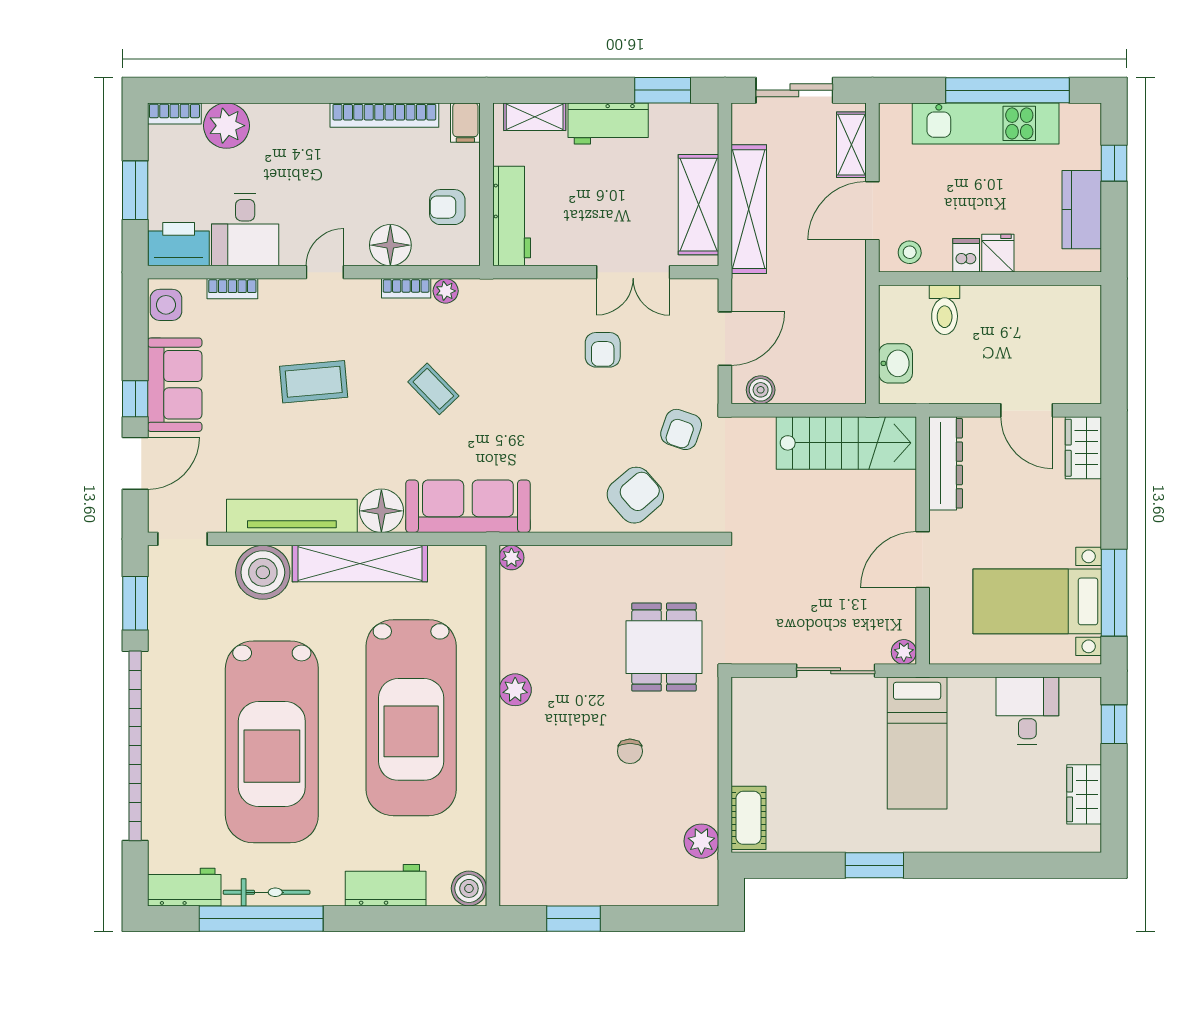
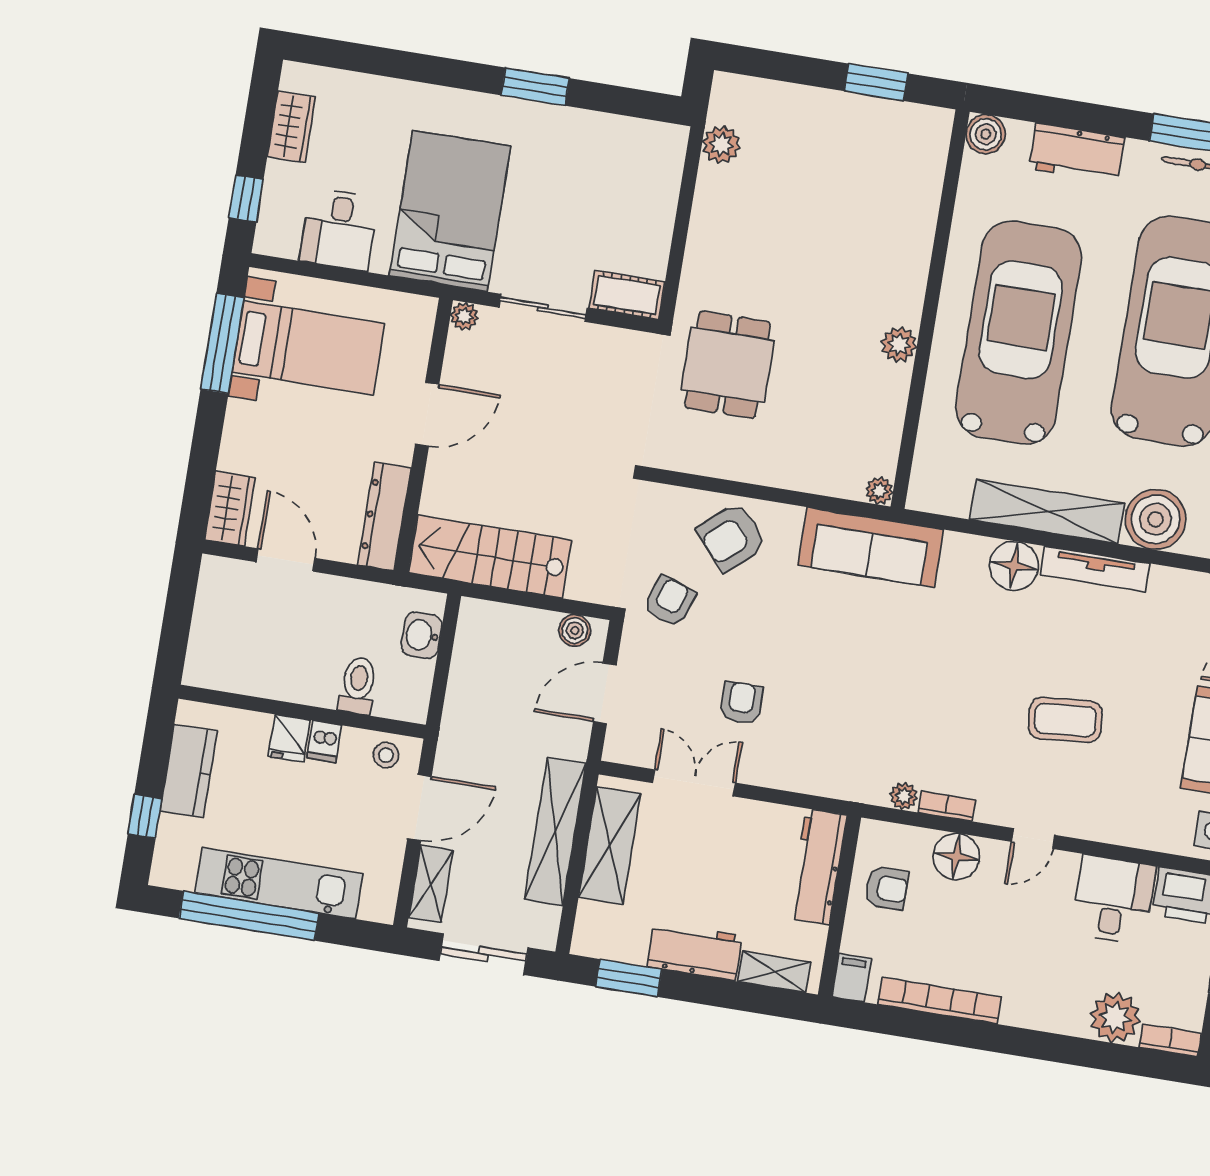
bookcase: (232, 289) -> (1138, 837), removed
coffee table: (433, 389) -> (935, 691), removed
sofa: (468, 506) -> (870, 547), moved
tv unit: (292, 516) -> (1095, 569), width x0.73, depth x0.78
bed: (917, 743) -> (450, 211), width x1.50
chair: (630, 751) -> (784, 256), removed
cot: (749, 818) -> (627, 295), moved, turned 90

